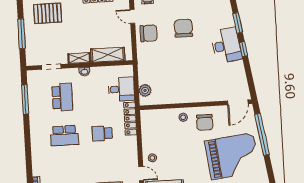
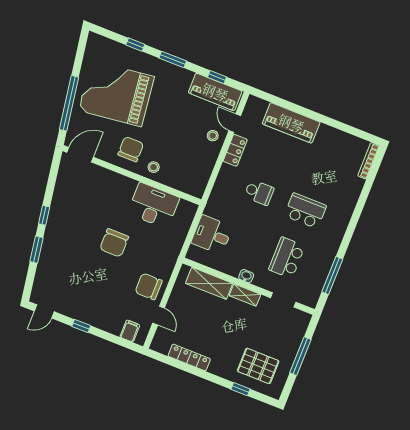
chair: (183, 28) -> (114, 243), moved
desk: (226, 45) -> (154, 206), moved, turned 99
plant: (145, 90) -> (184, 220), removed
locker: (130, 119) -> (235, 150), moved, width x0.66

